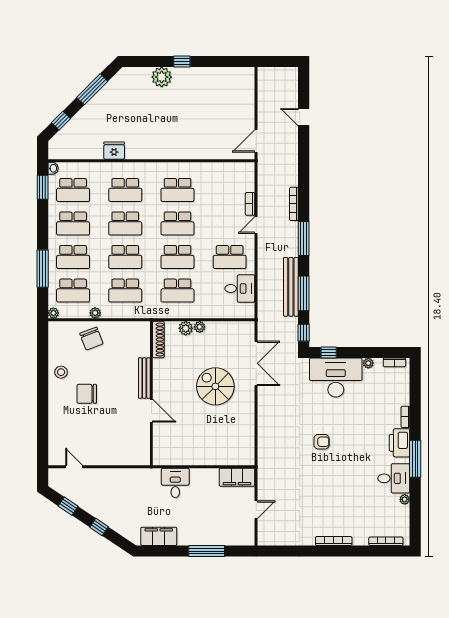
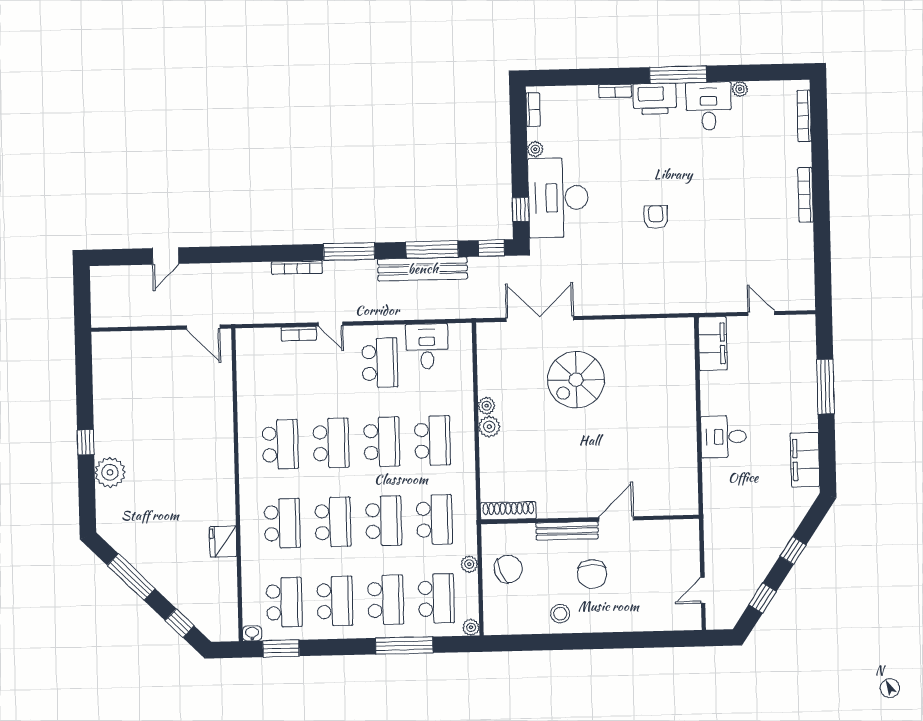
shoe rack: (158, 340) -> (508, 511), moved
bench: (144, 378) -> (567, 531), moved
wall: (151, 393) -> (590, 519), moved
door: (151, 411) -> (616, 519), moved

